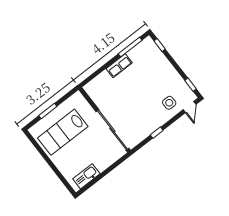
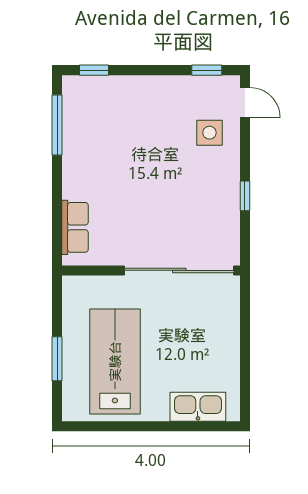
row of seats: (119, 66) -> (75, 227), moved
lab bench: (63, 132) -> (115, 361), turned 180
kitchen sink: (86, 176) -> (198, 407), moved, turned 90

